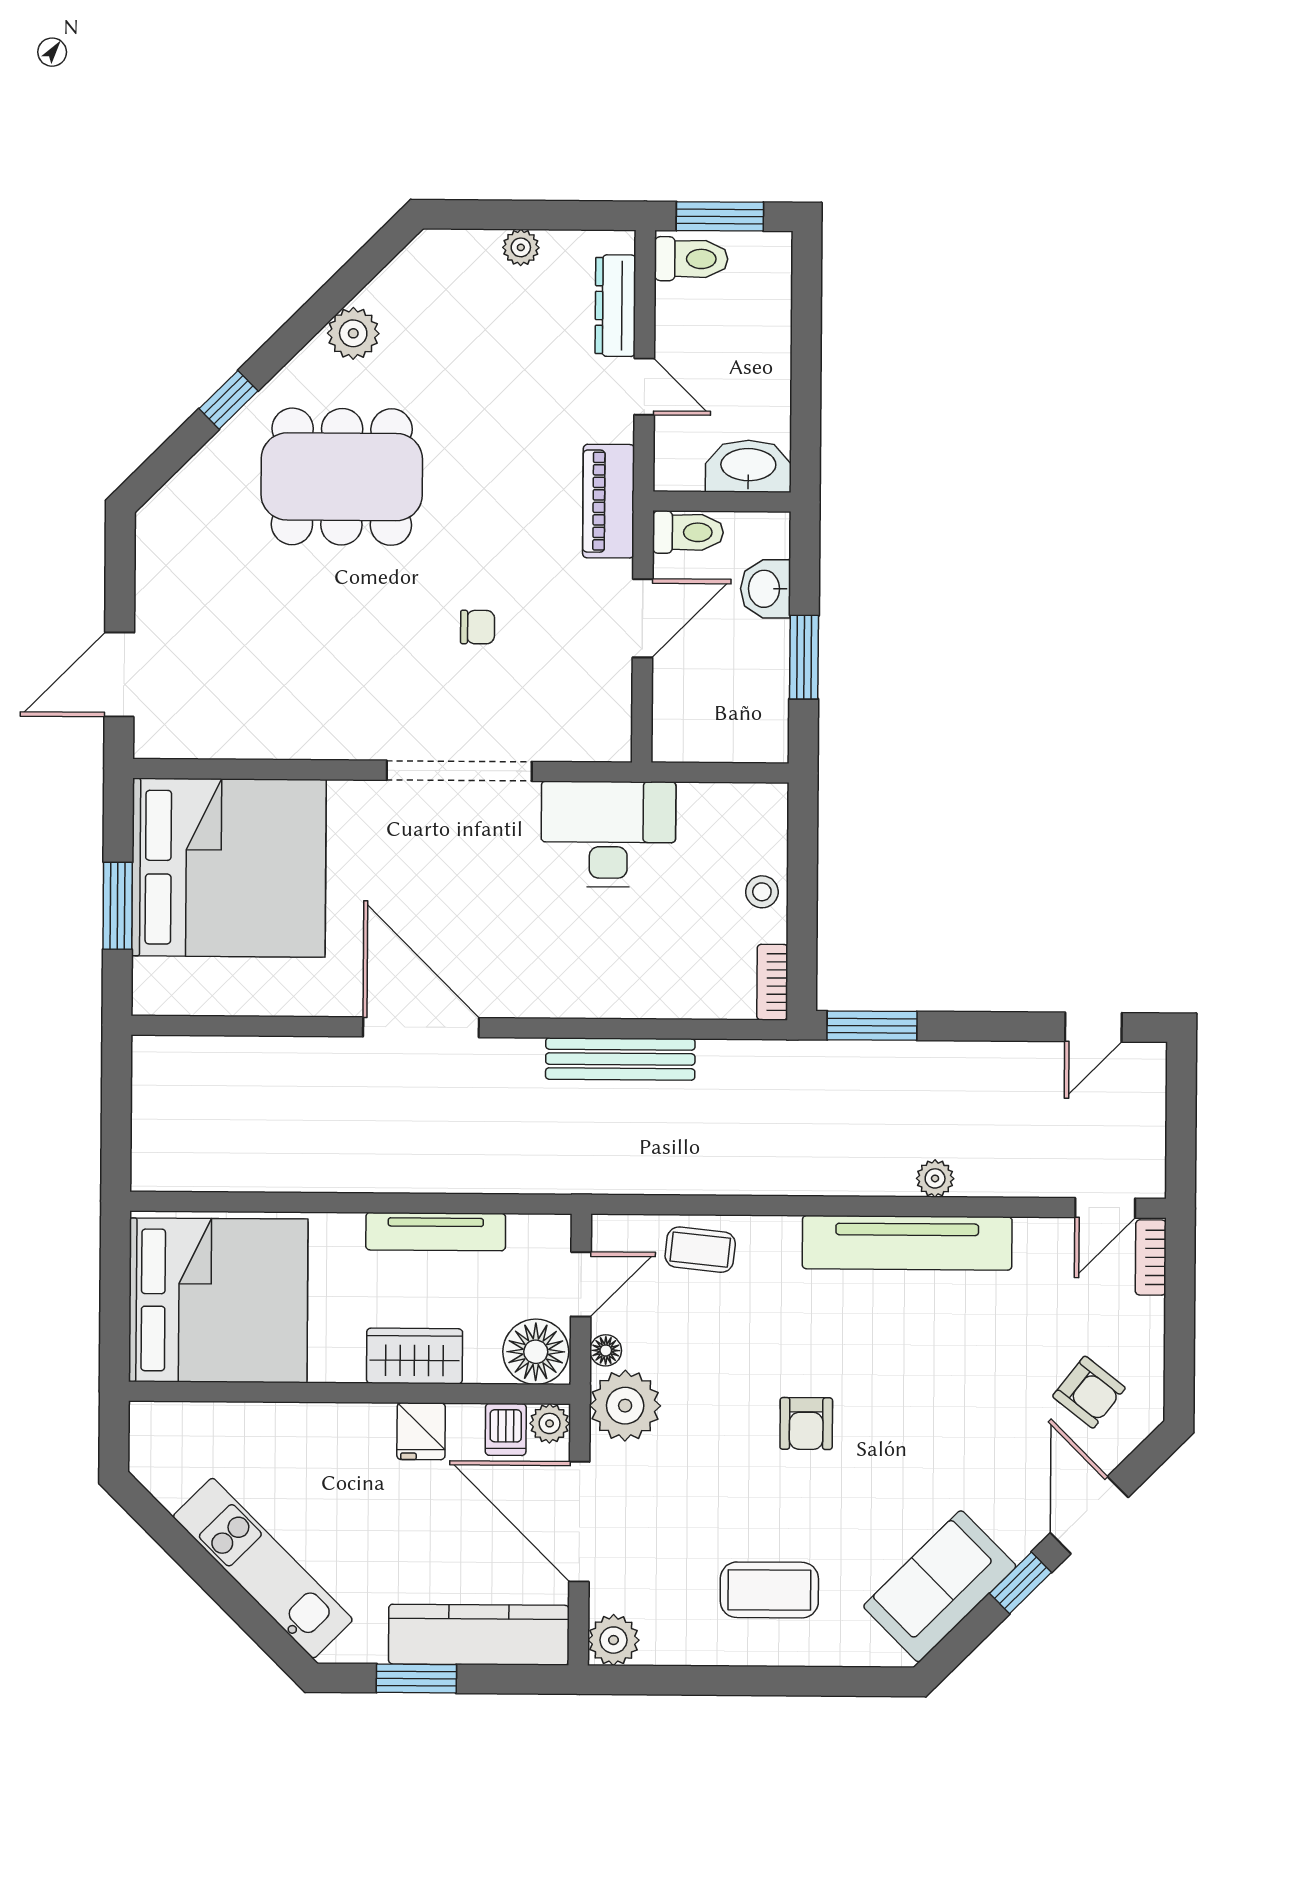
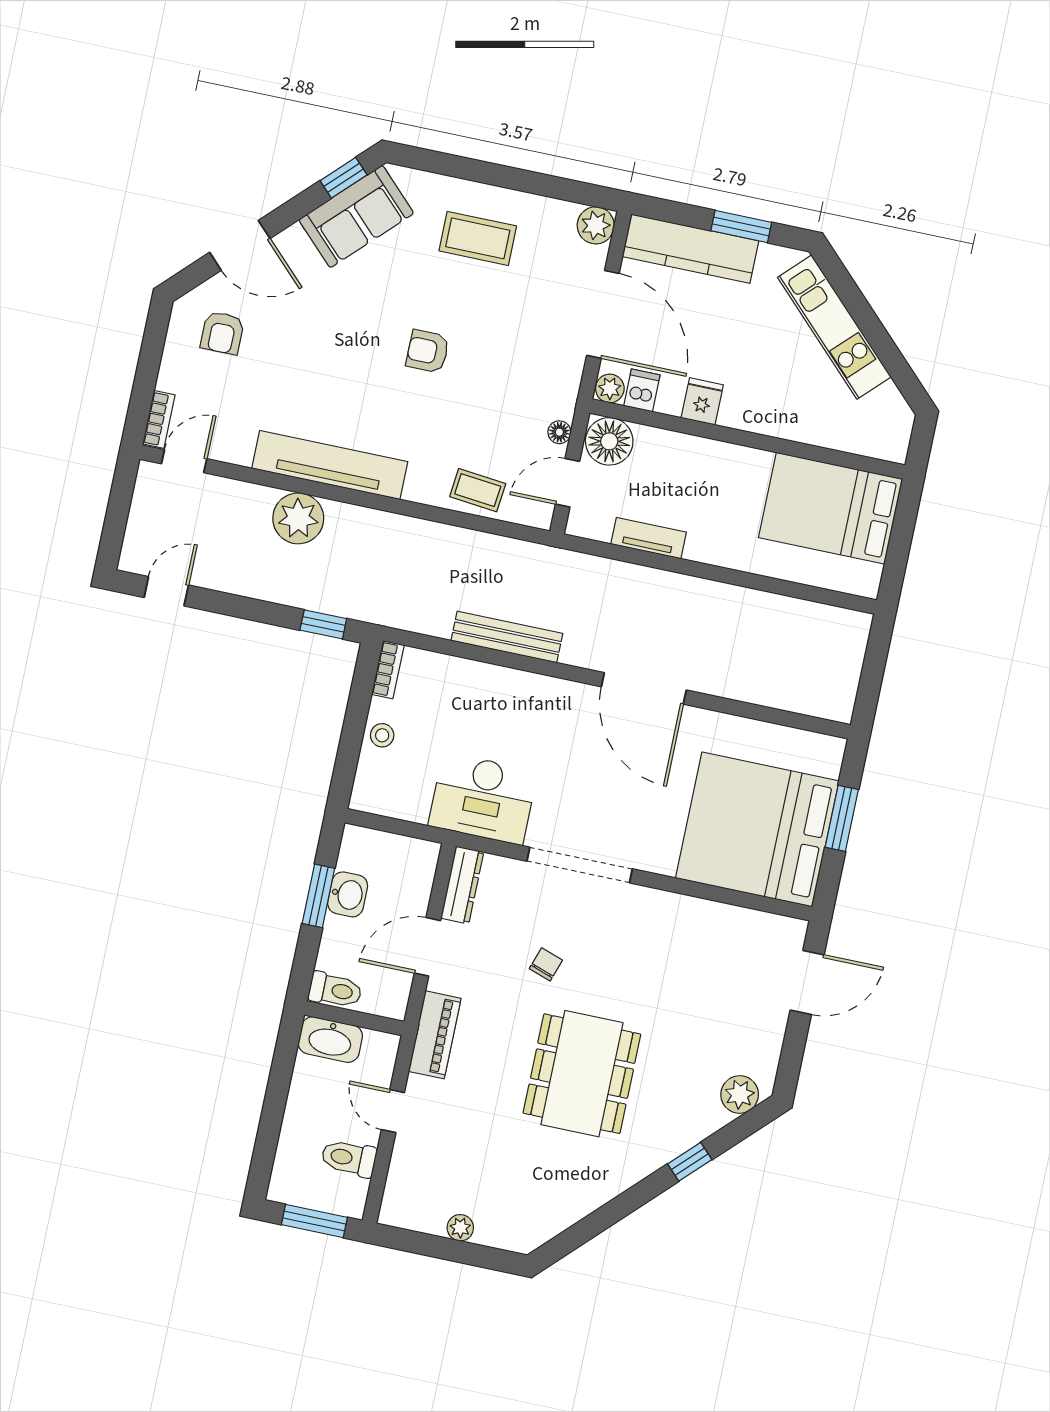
toilet: (691, 259) -> (349, 1158), moved
dresser: (615, 306) -> (462, 885), moved
plant: (353, 333) -> (740, 1094), moved
dining table: (342, 477) -> (582, 1074), moved, turned 90
toilet: (688, 532) -> (335, 990), moved, turned 180
washbasin: (765, 589) -> (348, 894), moved
chair: (478, 627) -> (546, 964), turned 109
window: (872, 1026) -> (323, 624), width x0.67
plant: (935, 1178) -> (298, 518), width x1.87, depth x1.87
tv unit: (436, 1232) -> (649, 538), width x0.71
bed: (218, 1300) -> (831, 508), width x0.73
wardrobe: (415, 1356) -> (696, 456), removed
armchair: (1089, 1392) -> (222, 333), turned -128
plant: (625, 1406) -> (554, 390), removed
armchair: (806, 1424) -> (428, 351), turned -90
door: (1089, 1515) -> (240, 245), hinge flipped
window: (1020, 1583) -> (344, 178), moved

